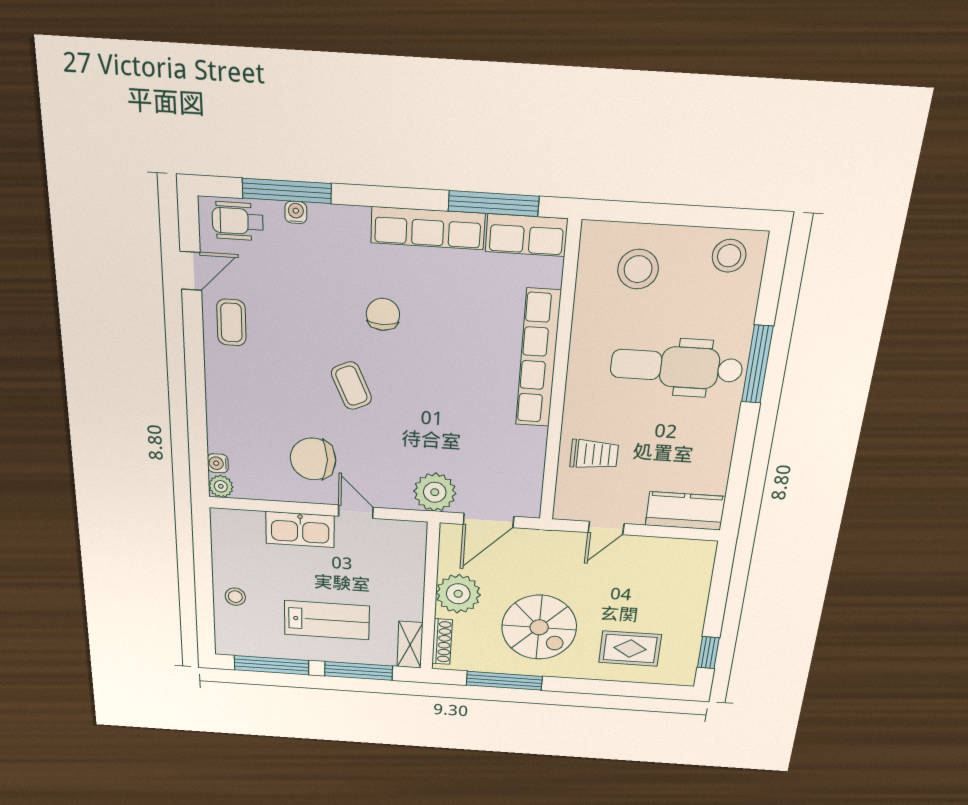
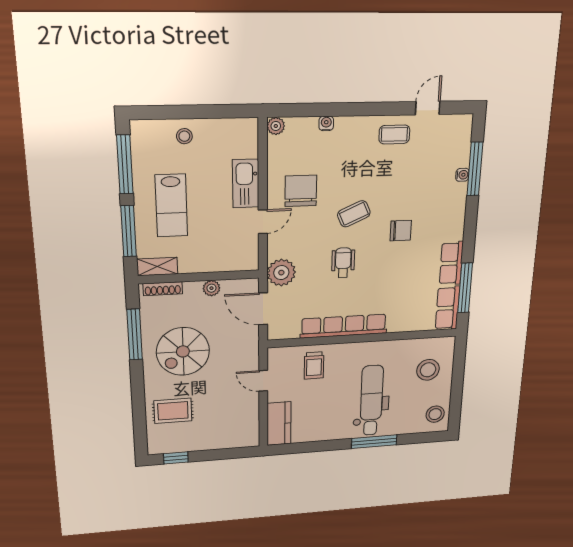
wheelchair: (238, 221) -> (343, 263), moved
row of seats: (428, 228) -> (451, 263), width x0.68
door: (191, 271) -> (428, 108), swing flipped
row of seats: (538, 359) -> (344, 326), moved
water cooler: (218, 463) -> (326, 123), moved
plant: (458, 594) -> (211, 288), width x0.53, depth x0.53
rug: (630, 649) -> (173, 411), turned 90

